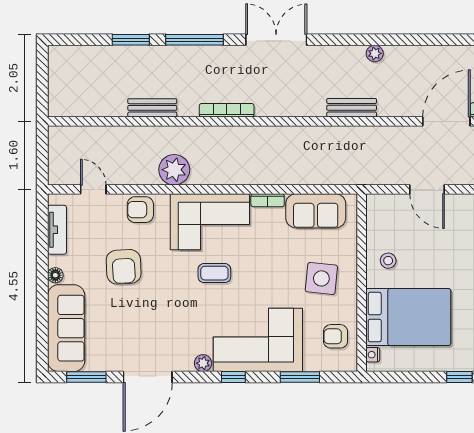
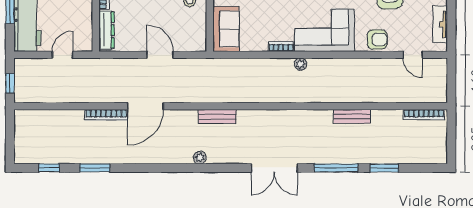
bench: (152, 108) -> (352, 116), moved
bookcase: (227, 110) -> (424, 115), moved
plant: (174, 170) -> (300, 64), moved, width x0.53, depth x0.53
sofa: (316, 211) -> (226, 29), moved, turned 90

